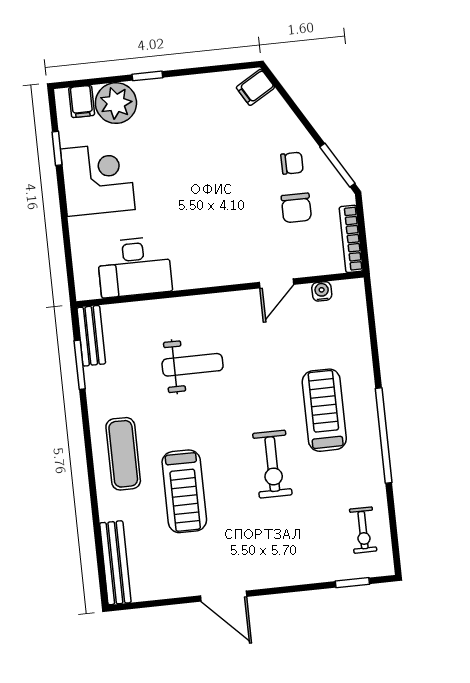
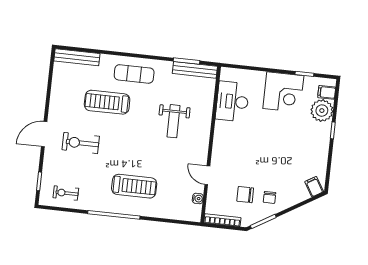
bench: (91, 336) -> (195, 70), width x1.36
exercise bike: (272, 464) -> (81, 143), moved
door: (224, 596) -> (44, 134), moved

